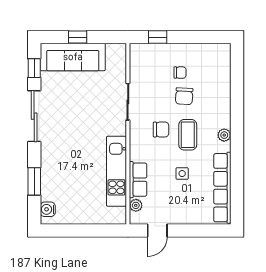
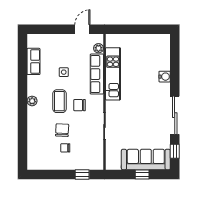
row of seats: (138, 180) -> (97, 74), width x1.48
window: (34, 181) -> (175, 66), removed
row of seats: (222, 188) -> (34, 61), width x0.50
water cooler: (48, 209) -> (165, 77), moved

